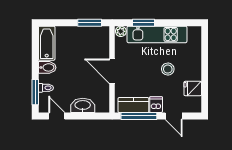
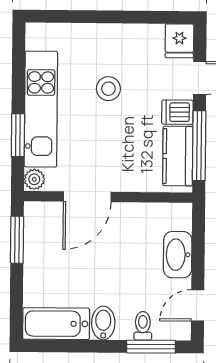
door: (112, 71) -> (87, 197), moved
fridge: (193, 89) -> (179, 41), moved

